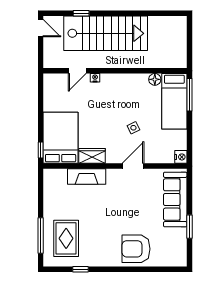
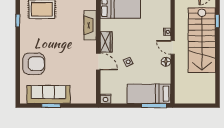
door: (77, 71) -> (173, 47), moved
floor lamp: (155, 79) -> (166, 62), moved
wardrobe: (92, 156) -> (106, 42), moved
sofa: (175, 199) -> (49, 94), moved
armchair: (136, 249) -> (34, 64), turned 90

